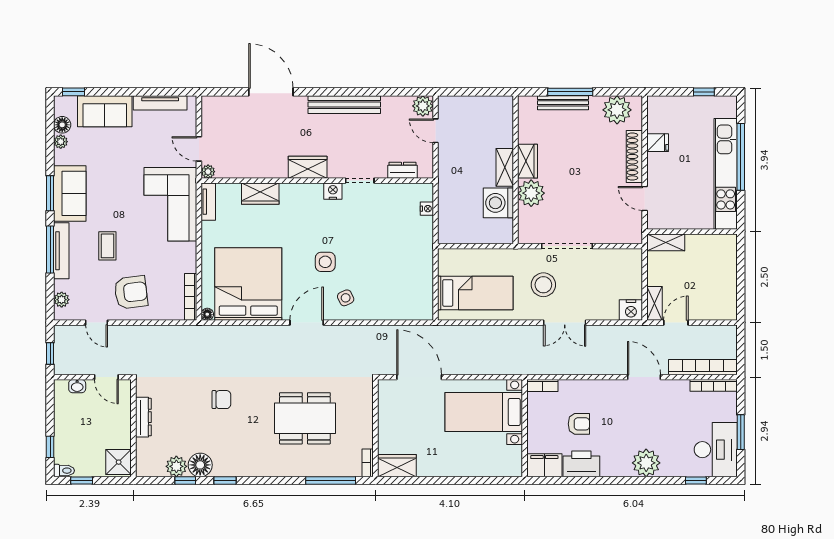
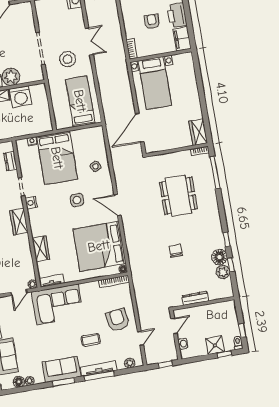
bed: (395, 243) -> (57, 158), added
side table: (346, 298) -> (96, 166), moved
shower: (119, 462) -> (215, 345), moved

